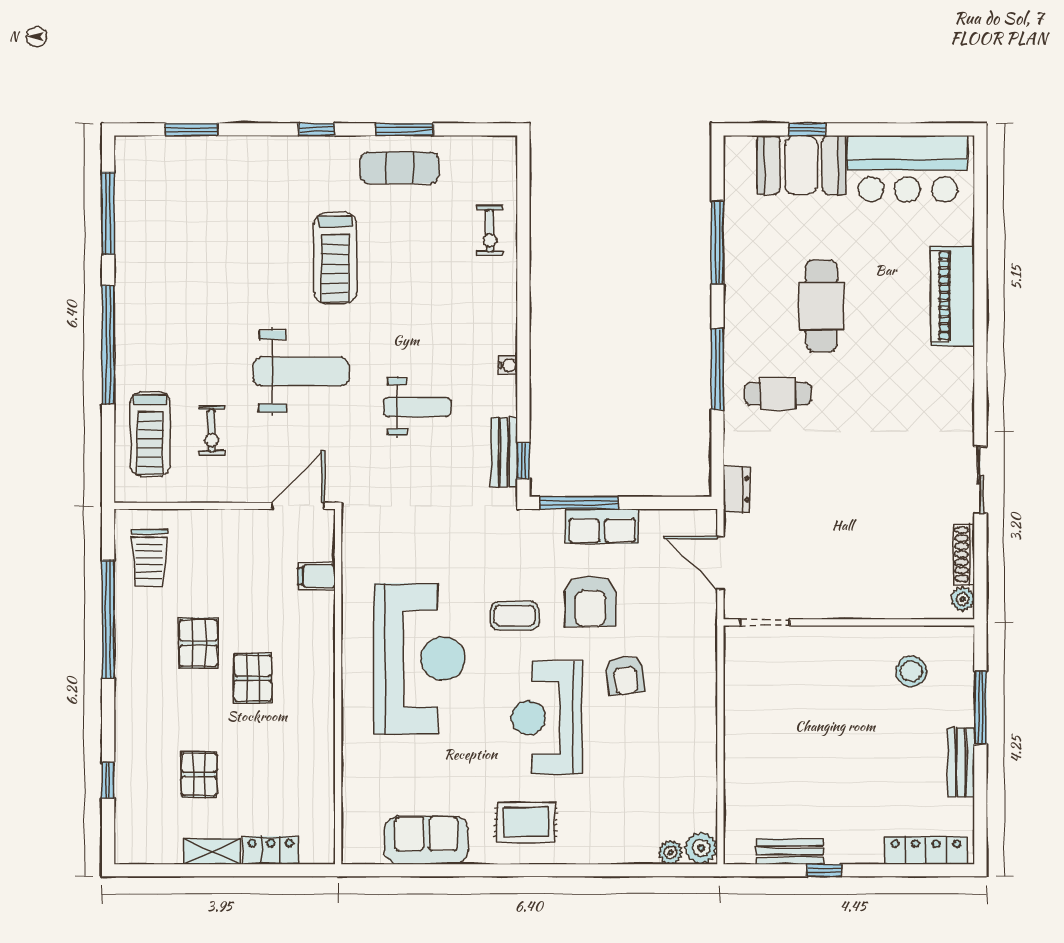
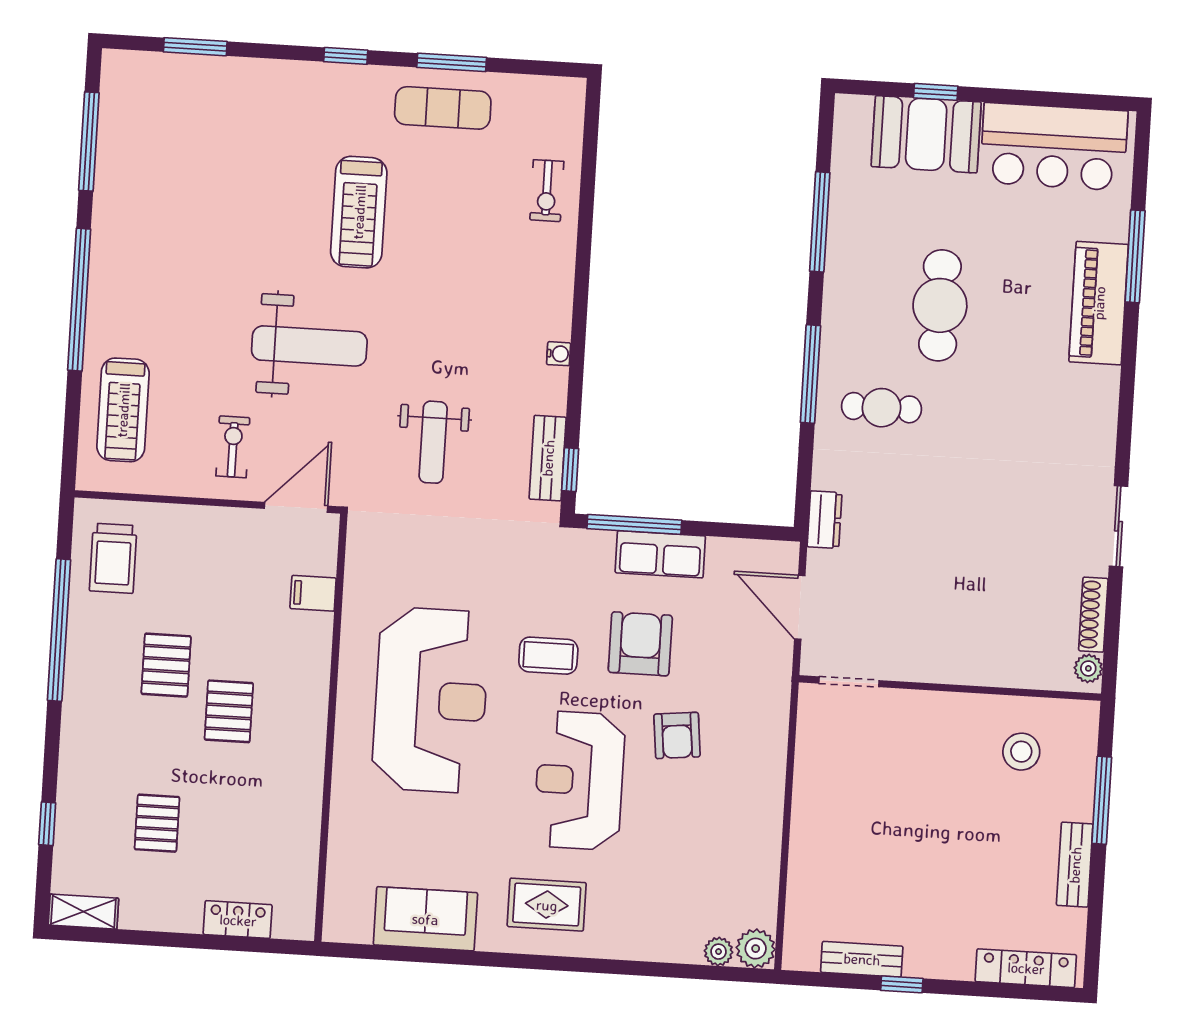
window: (980, 255) -> (1135, 256), added
weight bench: (417, 407) -> (433, 442), moved, turned 90
exercise bike: (212, 431) -> (233, 447), moved, turned 180
armchair: (590, 601) -> (640, 644), turned 180
shelving: (212, 851) -> (83, 912), moved

